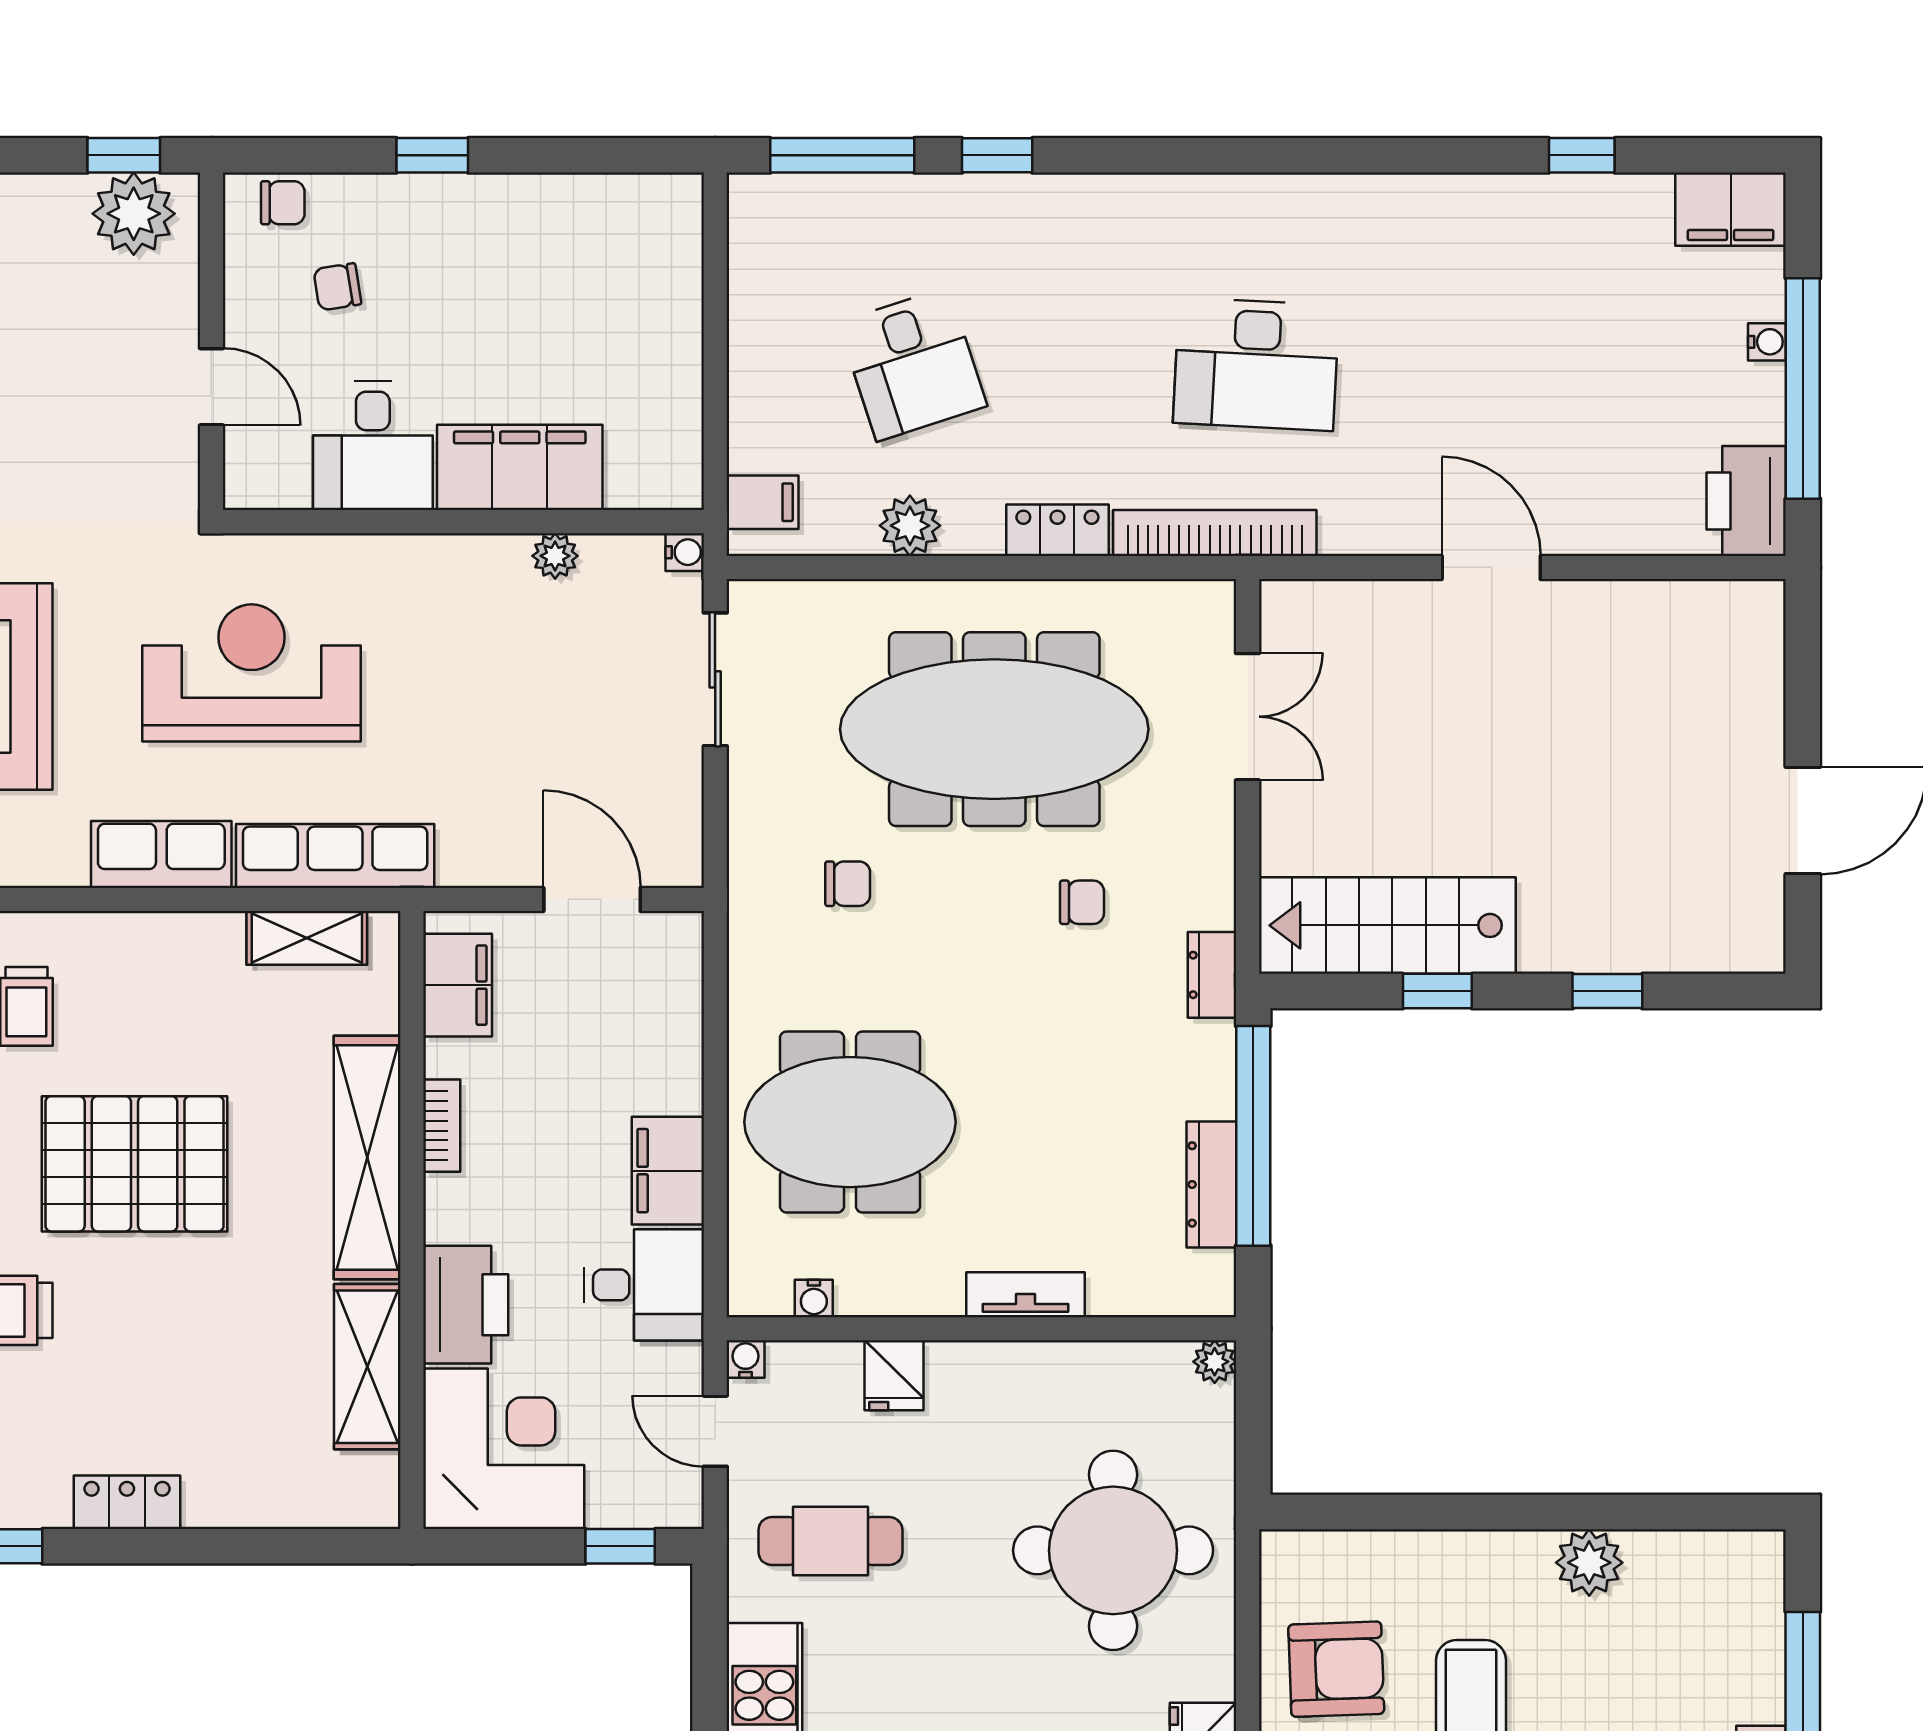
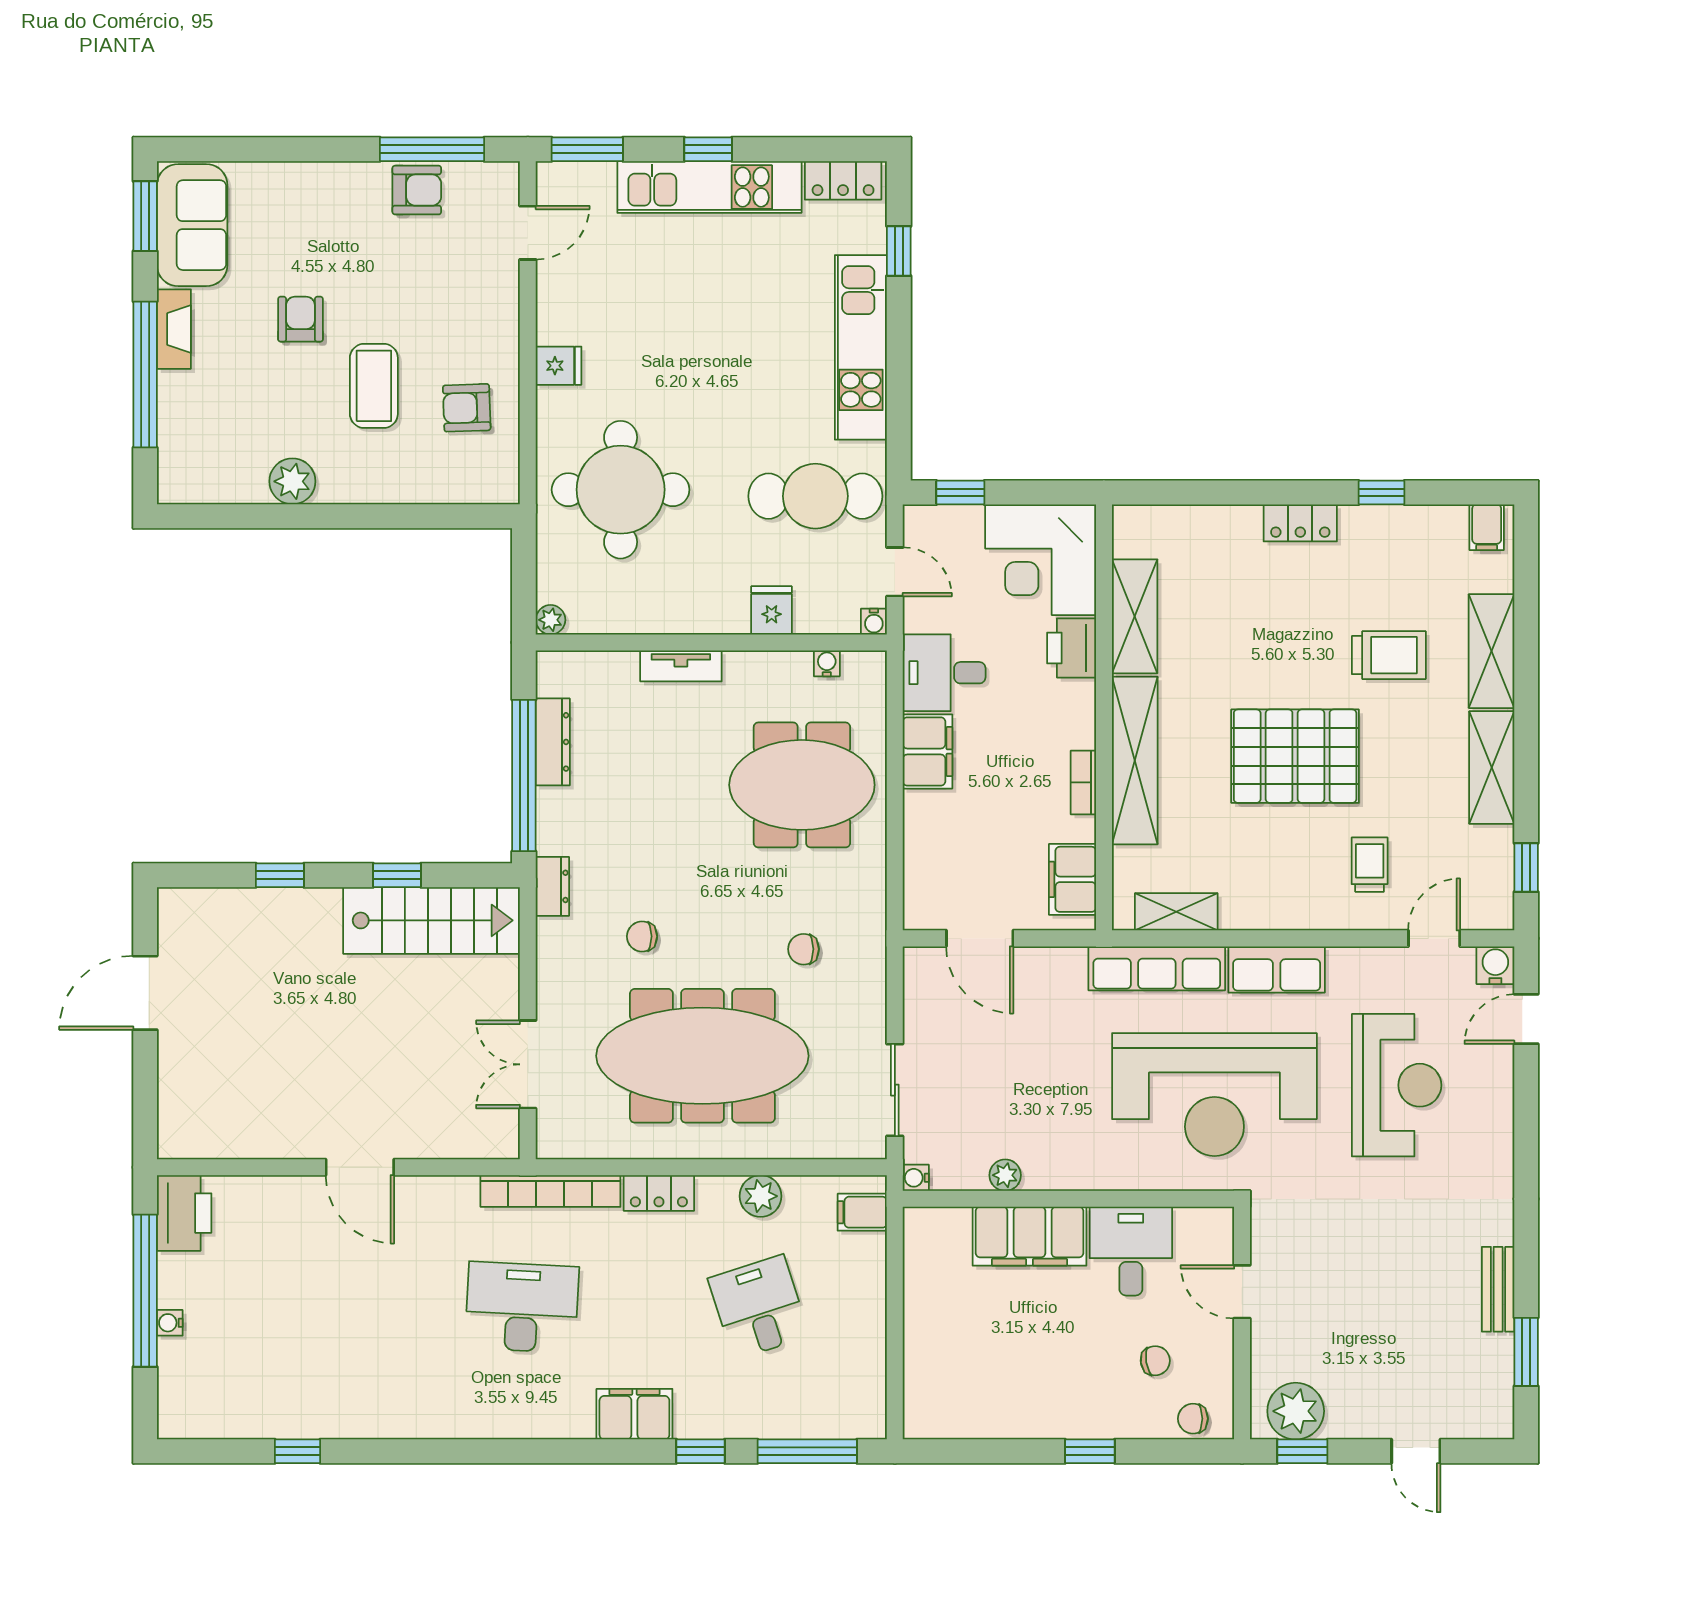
filing cabinet: (1731, 209) -> (634, 1414), moved
reception desk: (251, 673) -> (1214, 1095), width x1.36, depth x1.30
printer: (466, 1305) -> (1072, 648), width x0.73, depth x0.84
cafe table: (830, 1541) -> (815, 496), width x1.37, depth x1.35
armchair: (1336, 1669) -> (467, 408), width x0.72, depth x0.72

